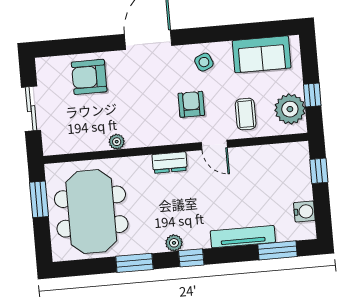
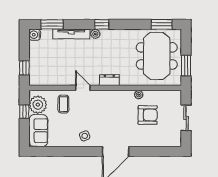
sofa: (262, 54) -> (38, 131), moved, turned 90
armchair: (89, 77) -> (148, 115), moved
armchair: (191, 104) -> (94, 112), removed
water cooler: (304, 212) -> (35, 35), moved
plant: (174, 243) -> (95, 34), moved
window: (134, 263) -> (162, 24), moved

